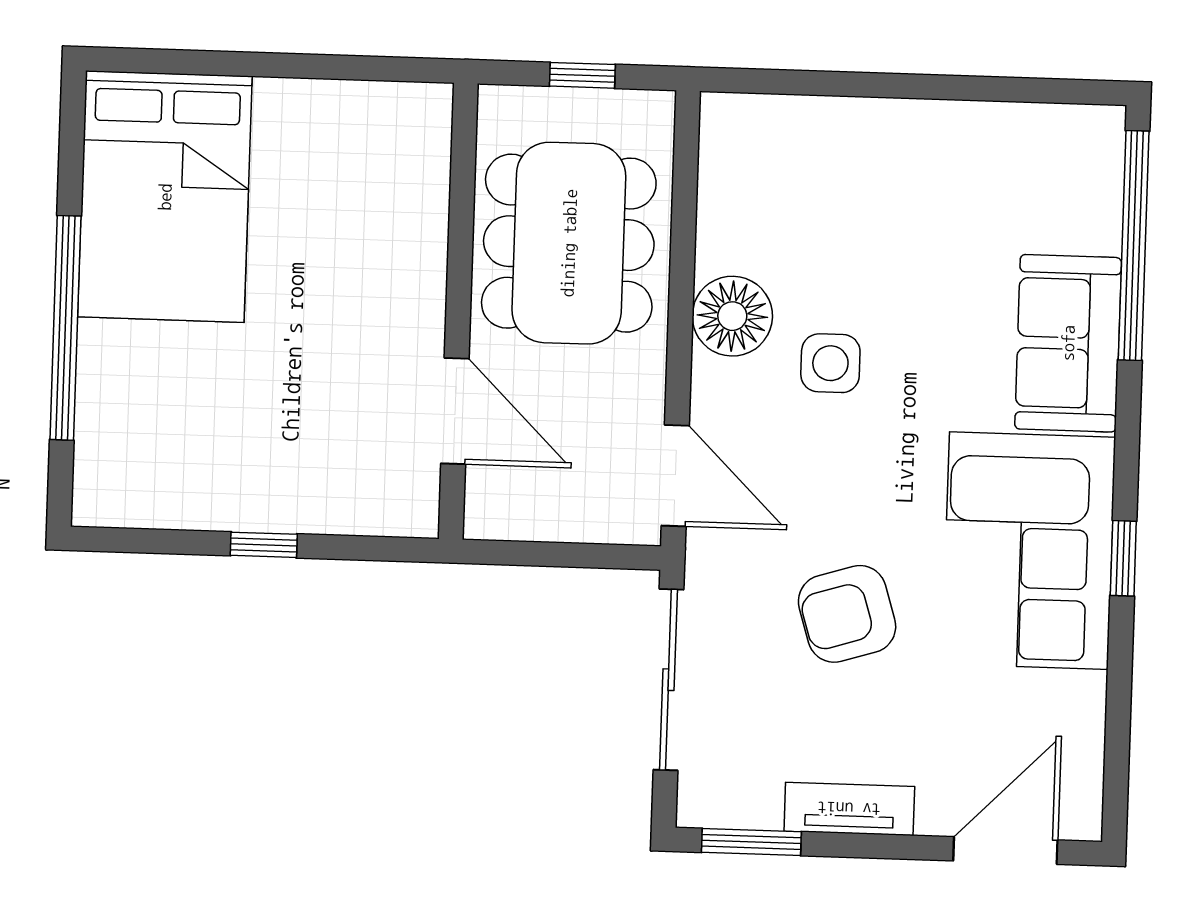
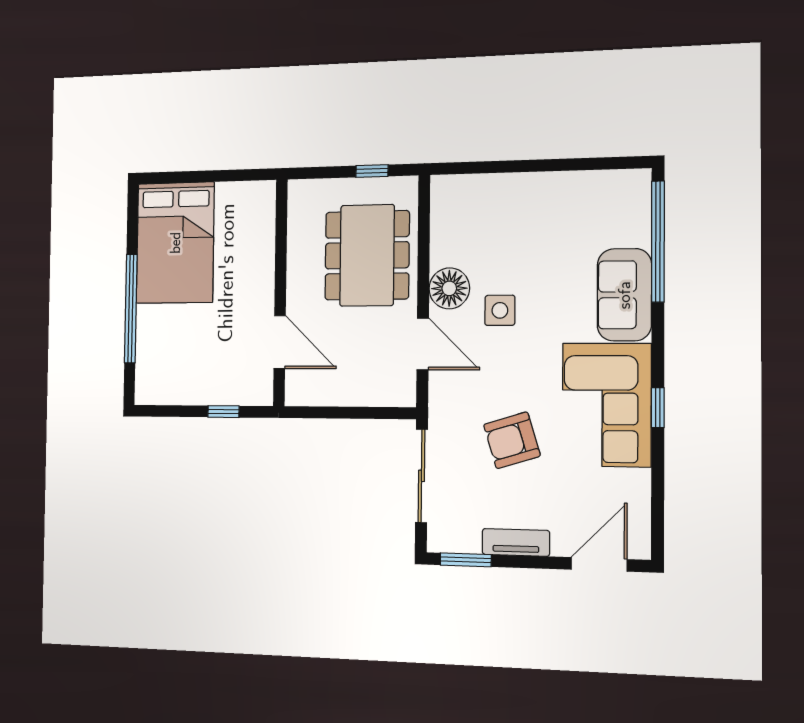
wall: (458, 311) -> (280, 292), moved
door: (455, 411) -> (280, 342), moved
door: (675, 476) -> (423, 344), moved

